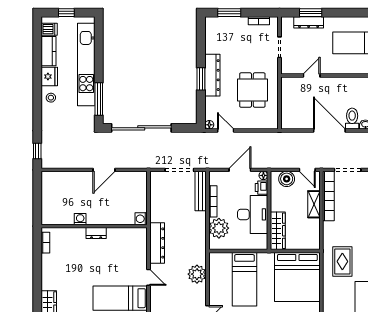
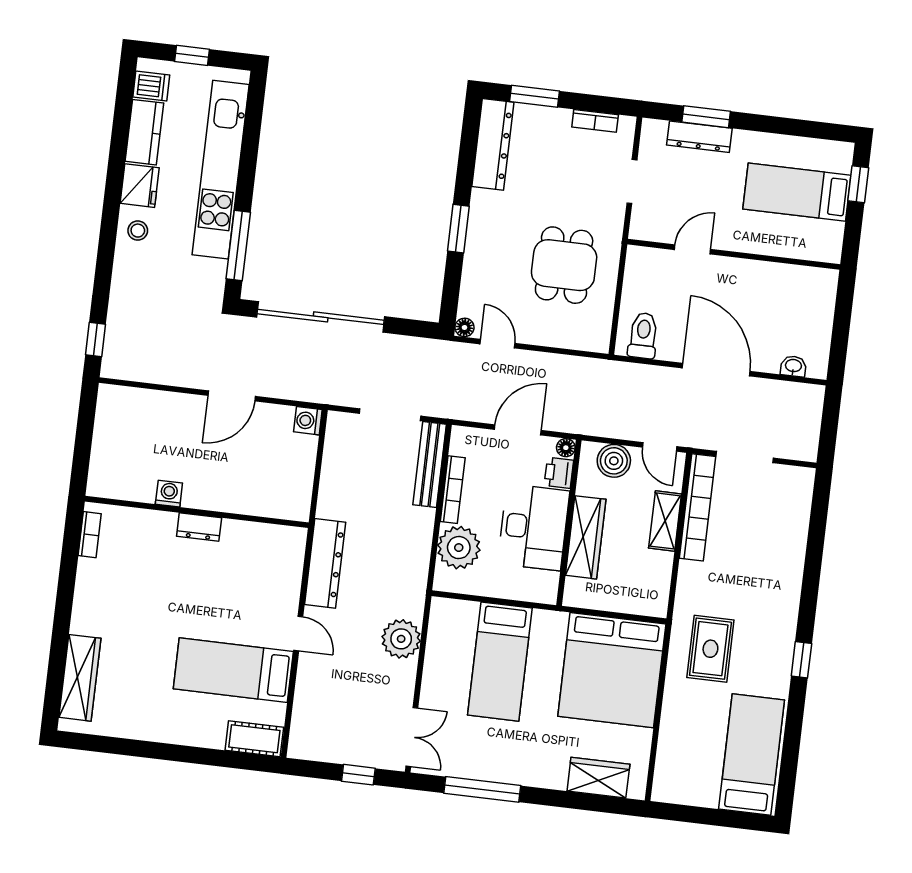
dresser: (212, 75) -> (493, 144), moved
toilet: (352, 119) -> (643, 335), moved
washing machine: (141, 219) -> (308, 421), moved
wardrobe: (278, 231) -> (586, 537), moved

